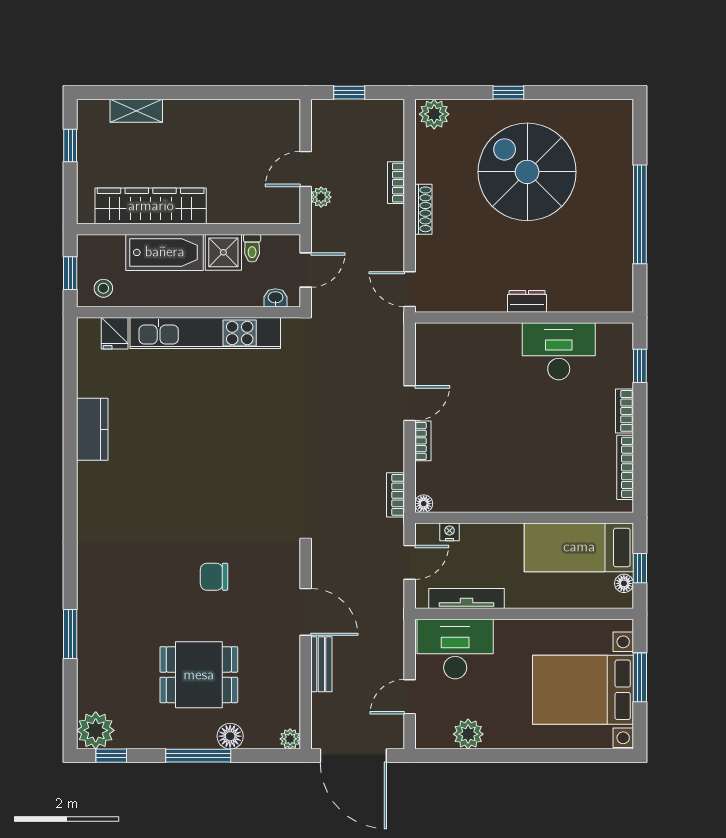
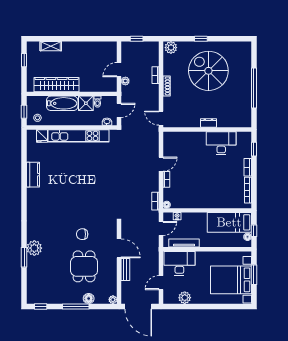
dining table: (199, 675) -> (84, 266), moved, turned 90
plant: (96, 730) -> (34, 248), moved

